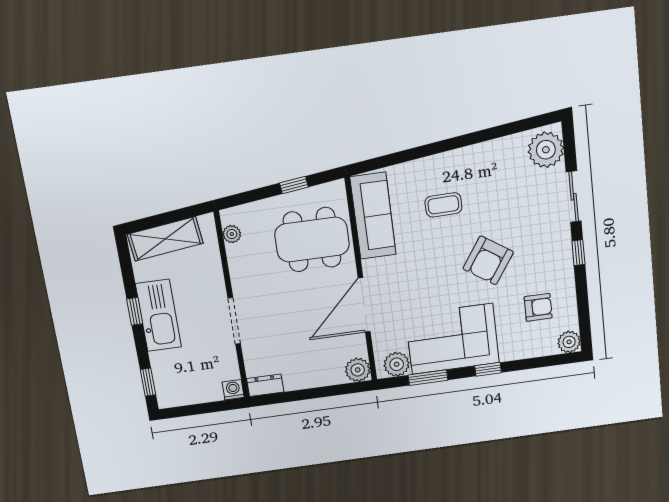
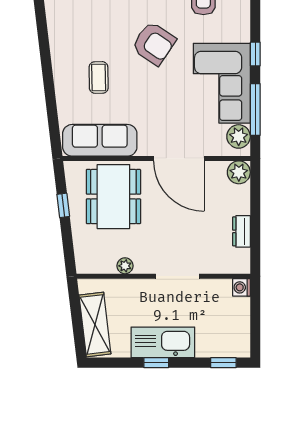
plant: (232, 234) -> (125, 266), moved
window: (428, 378) -> (255, 110), width x1.44
dresser: (265, 385) -> (241, 231), moved

